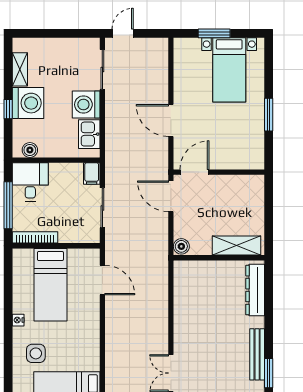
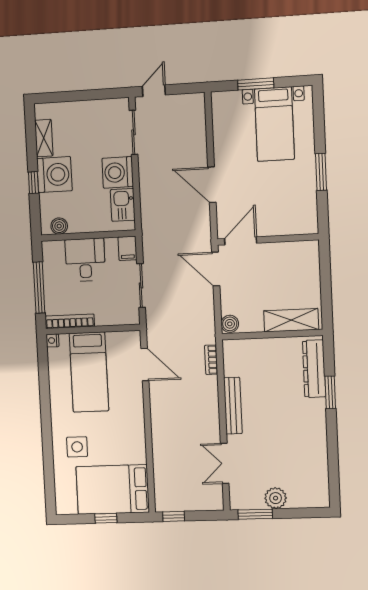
desk: (30, 182) -> (85, 260), moved
bookcase: (163, 278) -> (211, 360), added
nightstand: (18, 320) -> (53, 340), moved
bench: (257, 354) -> (233, 406), moved
window: (269, 373) -> (330, 392), moved

